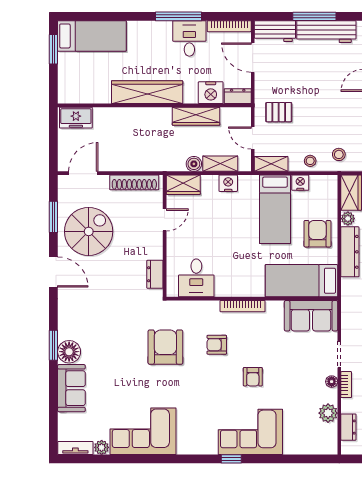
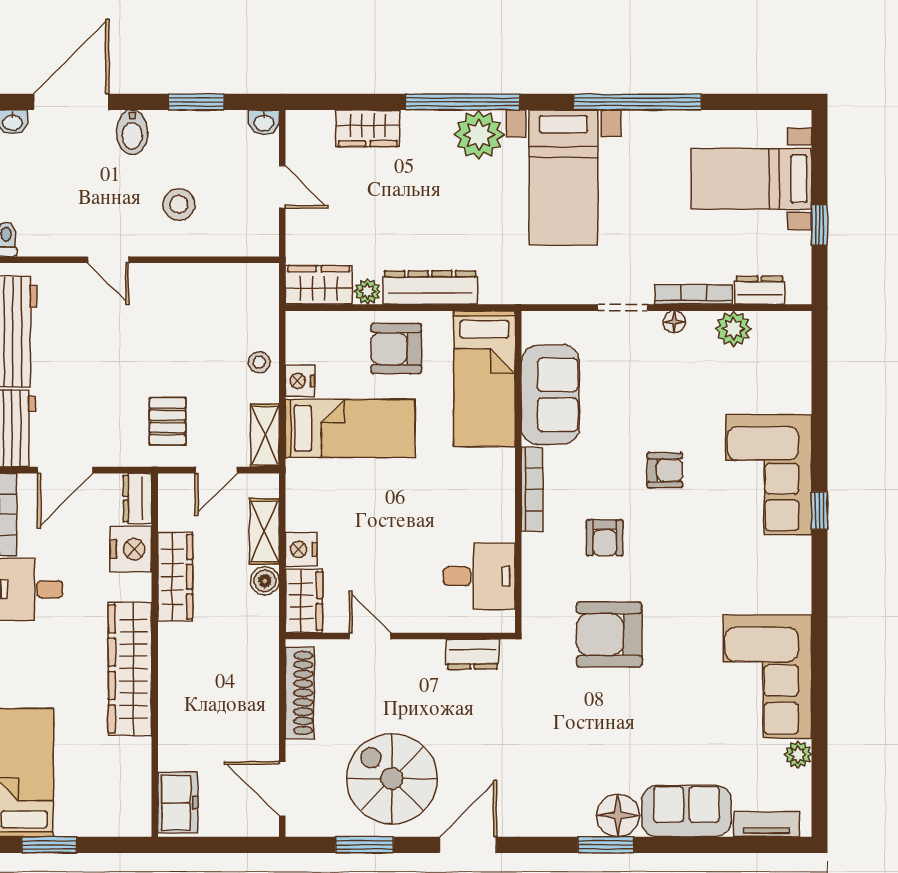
stool: (339, 154) -> (247, 308), removed
nightstand: (228, 183) -> (301, 549), moved
sofa: (311, 316) -> (550, 395), moved
bookcase: (346, 385) -> (694, 295), width x1.56
tv unit: (75, 448) -> (766, 824), moved, turned 90

